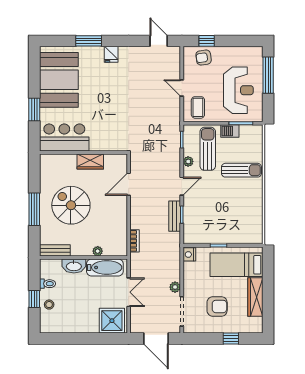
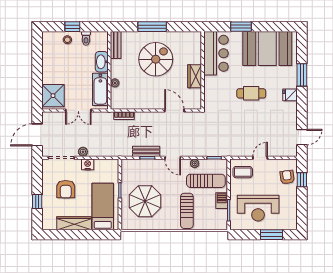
window: (268, 75) -> (271, 235), width x0.69
cafe table: (109, 98) -> (251, 93), added
parasol: (231, 217) -> (145, 201), added
nightstand: (189, 254) -> (88, 164), moved

